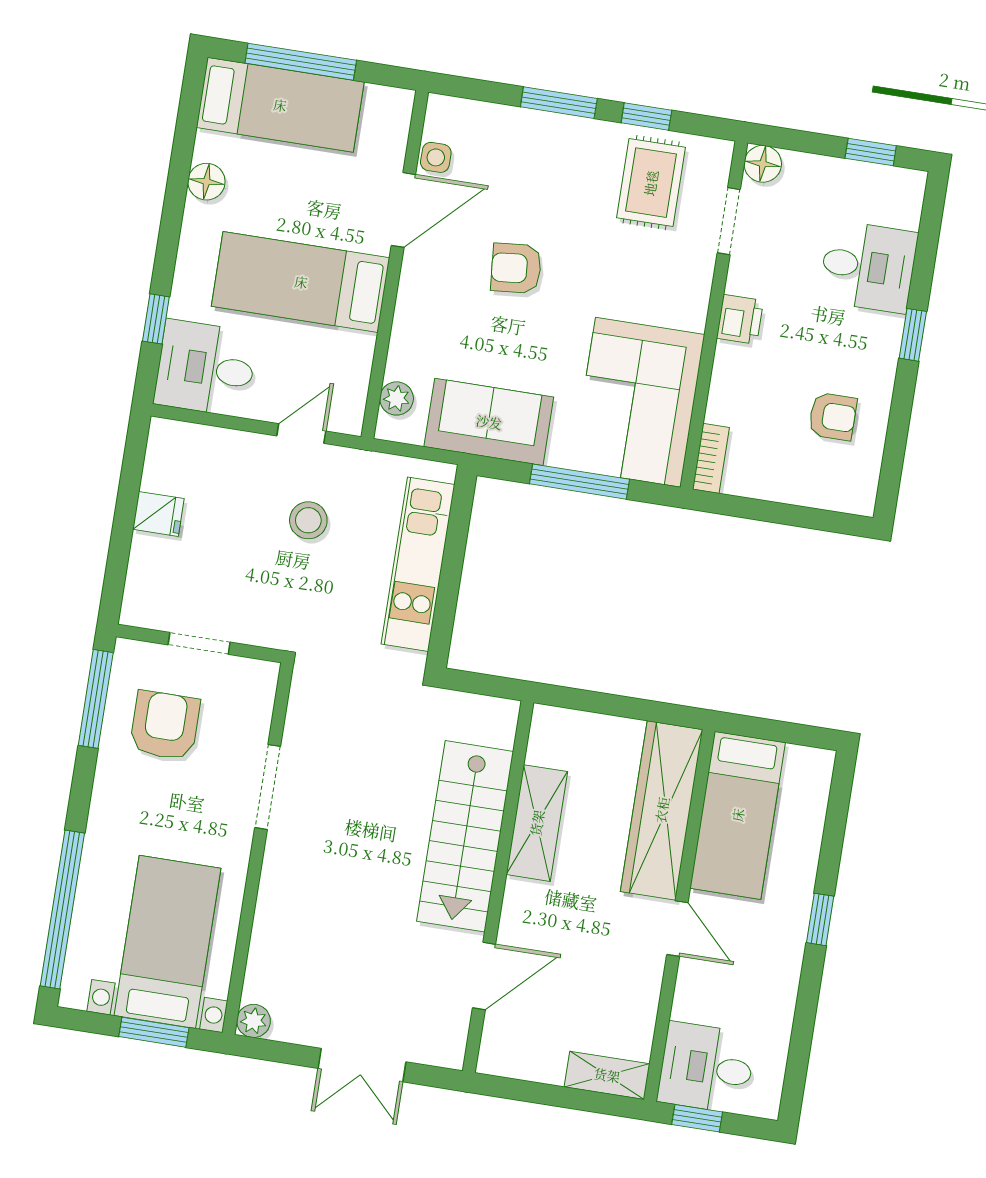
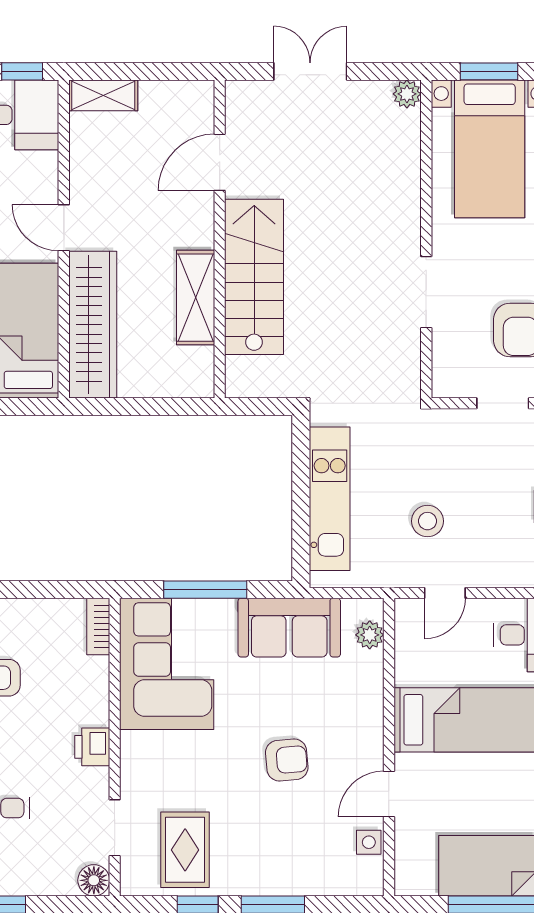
door: (403, 210) -> (389, 794), width x0.73

